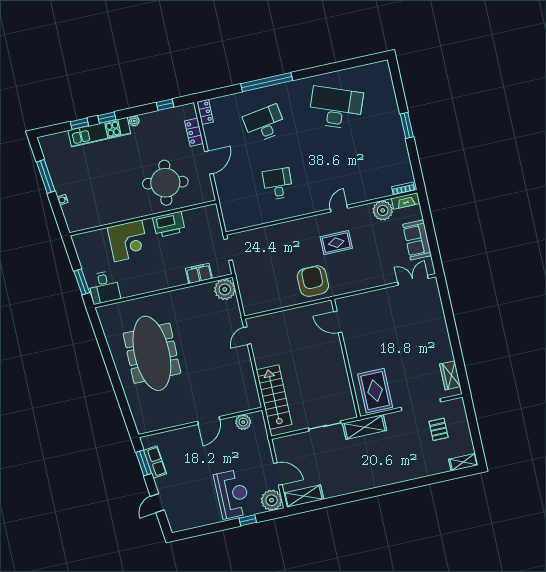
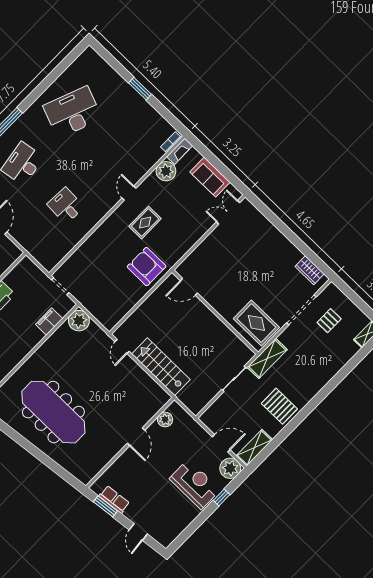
stairs: (274, 397) -> (161, 367), moved
pallet: (439, 429) -> (329, 321), turned 90
pallet: (348, 475) -> (279, 406), added

